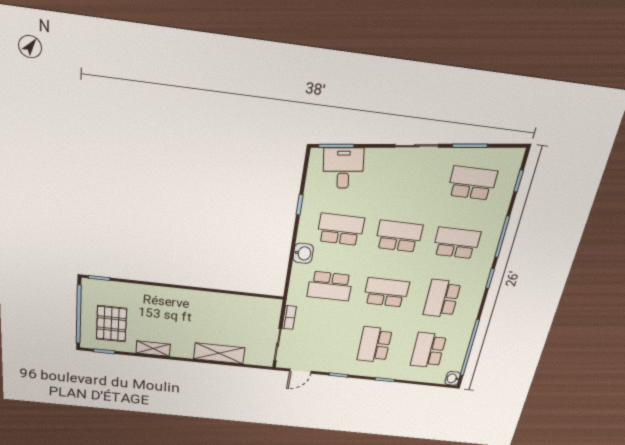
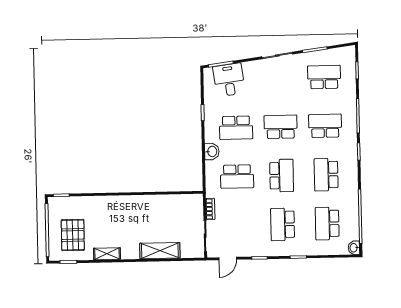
school desk: (340, 229) -> (236, 128), turned 180
school desk: (386, 292) -> (282, 176), turned 90

